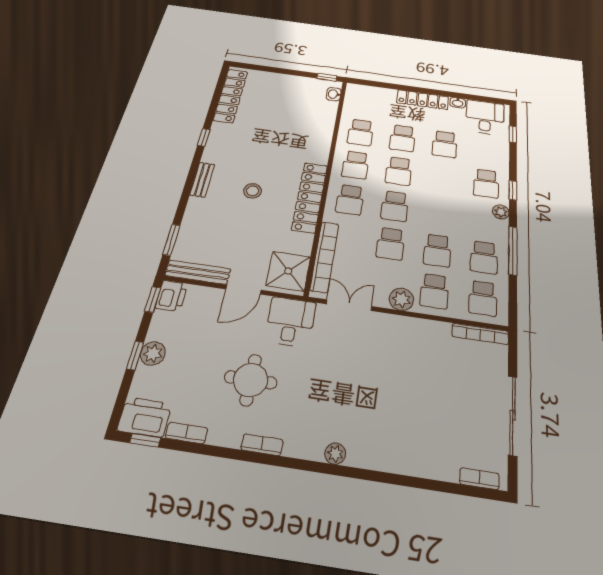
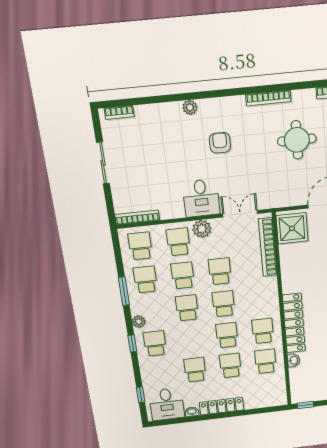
washbasin: (334, 94) -> (294, 360), moved
locker: (310, 197) -> (294, 323), moved
school desk: (350, 200) -> (187, 308), moved
window: (513, 250) -> (124, 291), width x0.69
double door: (349, 305) -> (240, 214), swing flipped
desk: (290, 322) -> (201, 198), moved
armchair: (353, 402) -> (220, 143), added
sliding door: (513, 415) -> (103, 163), width x0.73
bookcase: (262, 445) -> (268, 98), width x1.56
plant: (335, 454) -> (190, 107), moved

